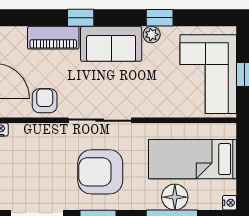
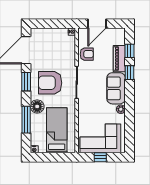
window: (160, 18) -> (129, 51), moved
armchair: (100, 172) -> (50, 83), turned -90
floor lamp: (175, 197) -> (37, 106), moved

